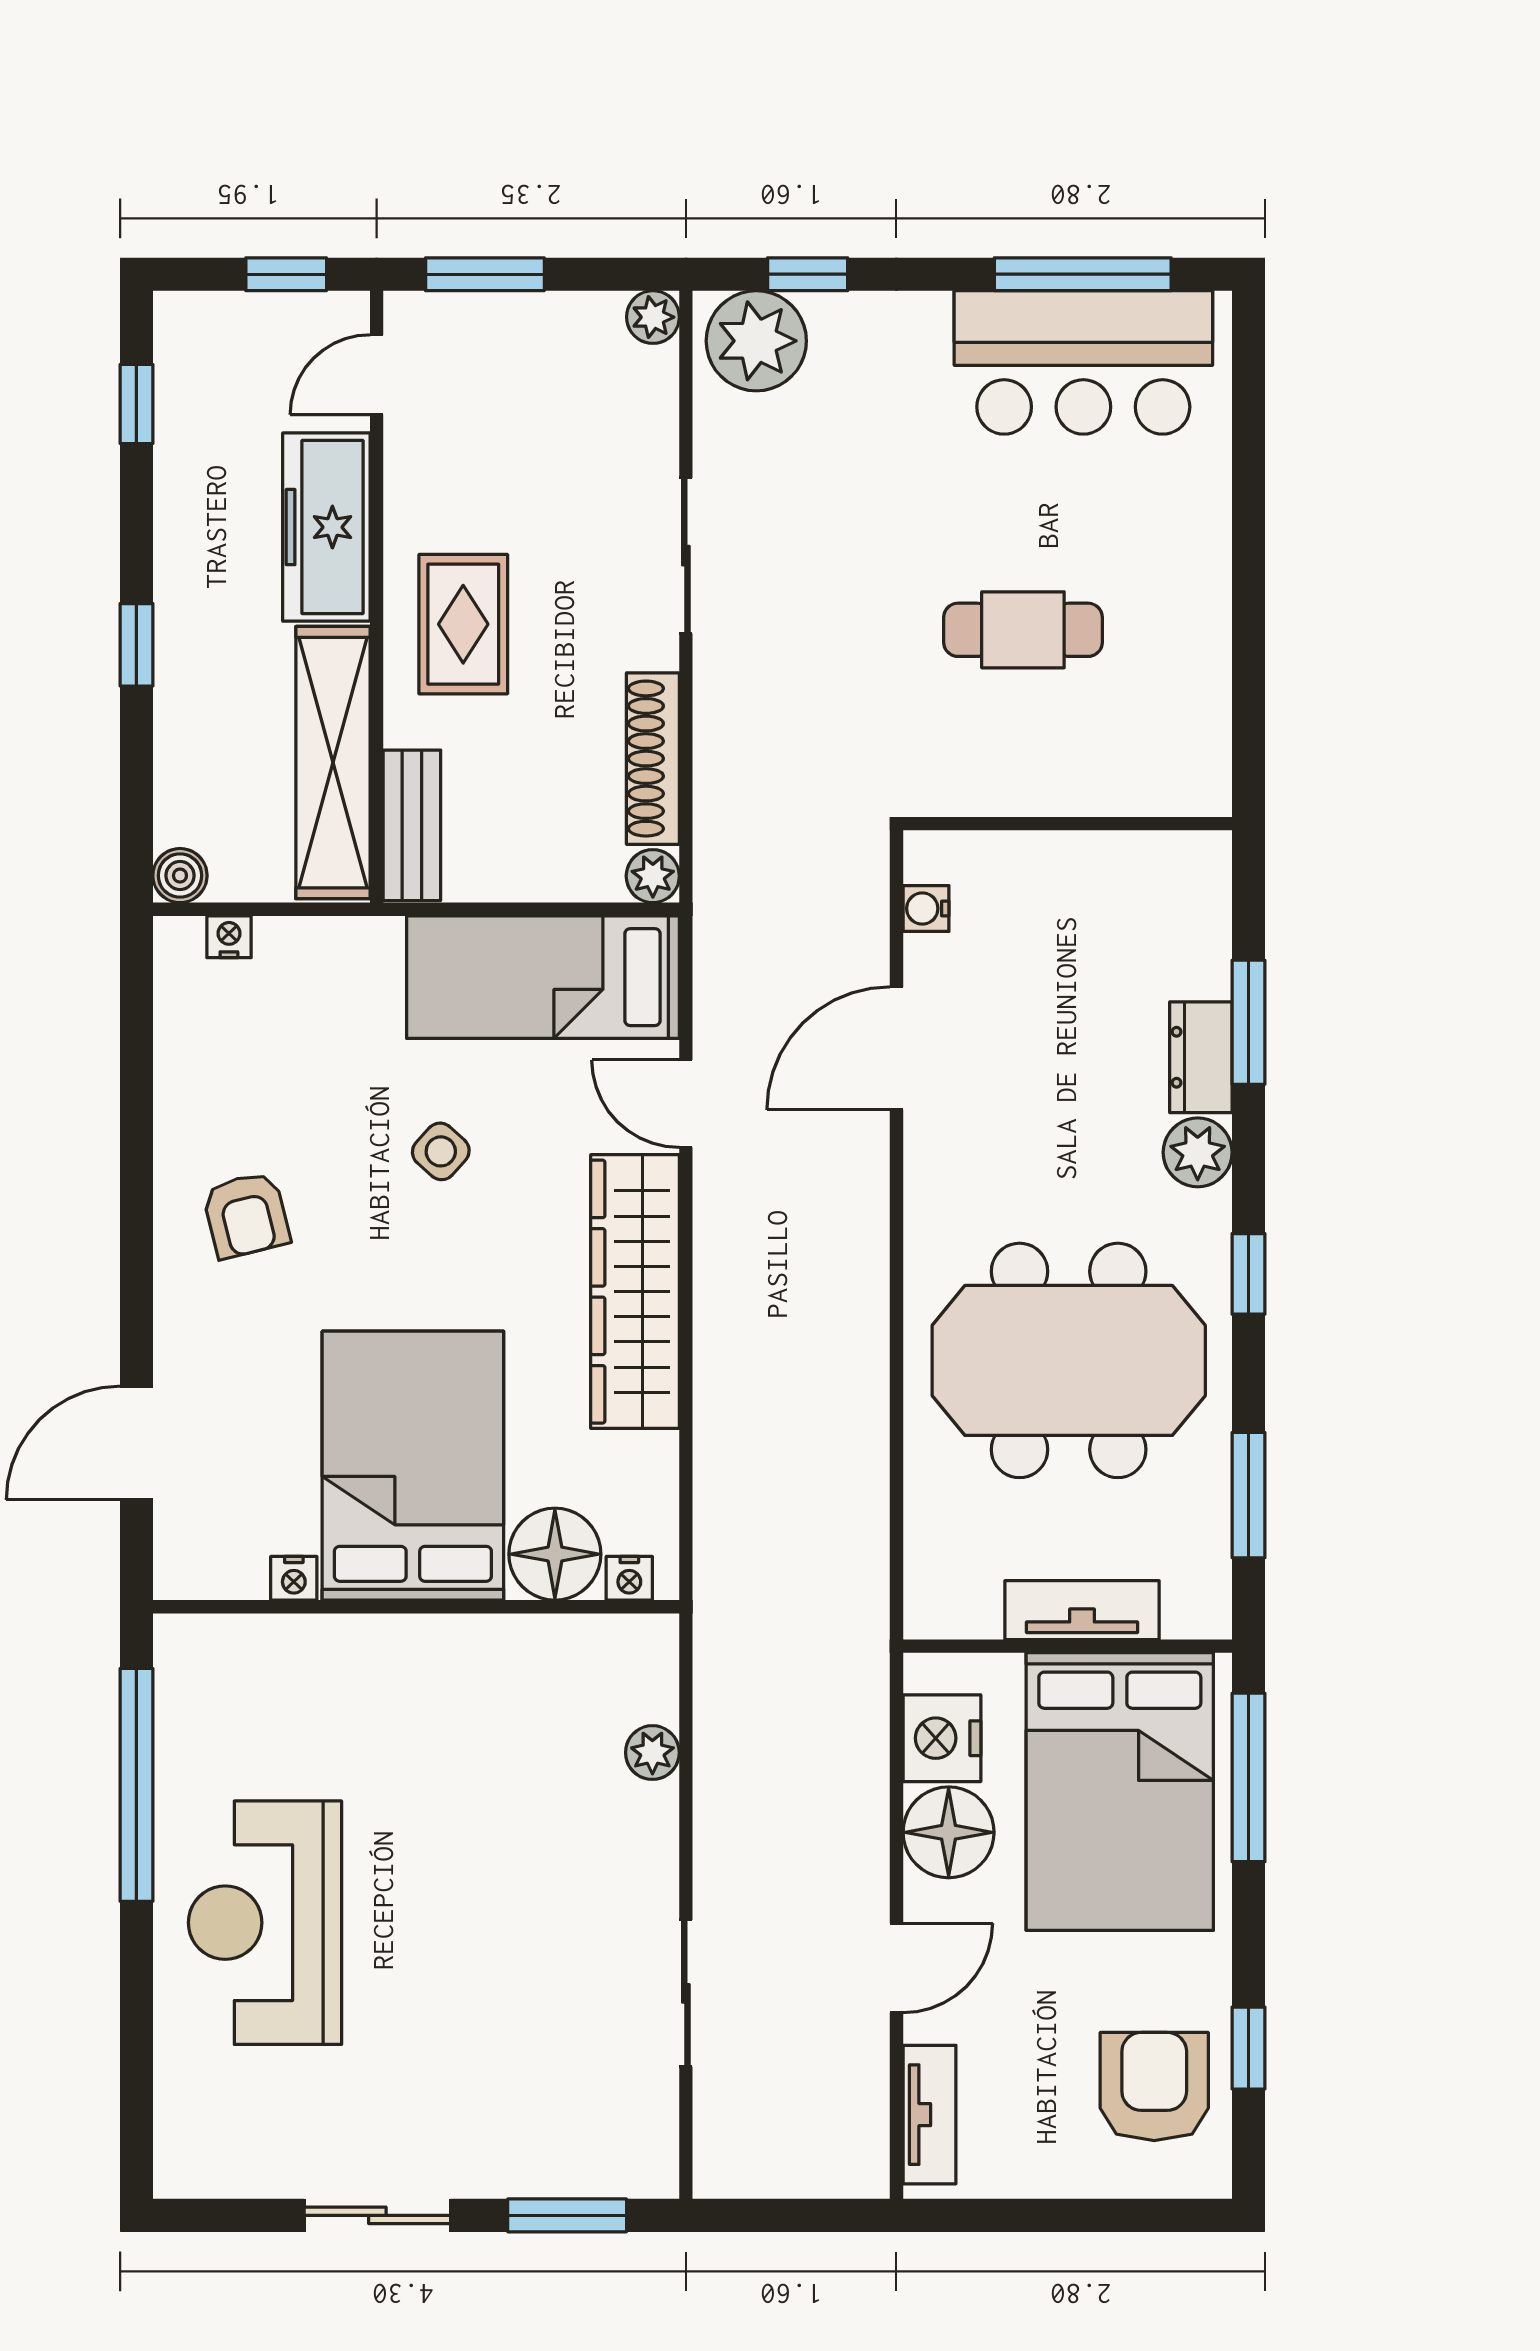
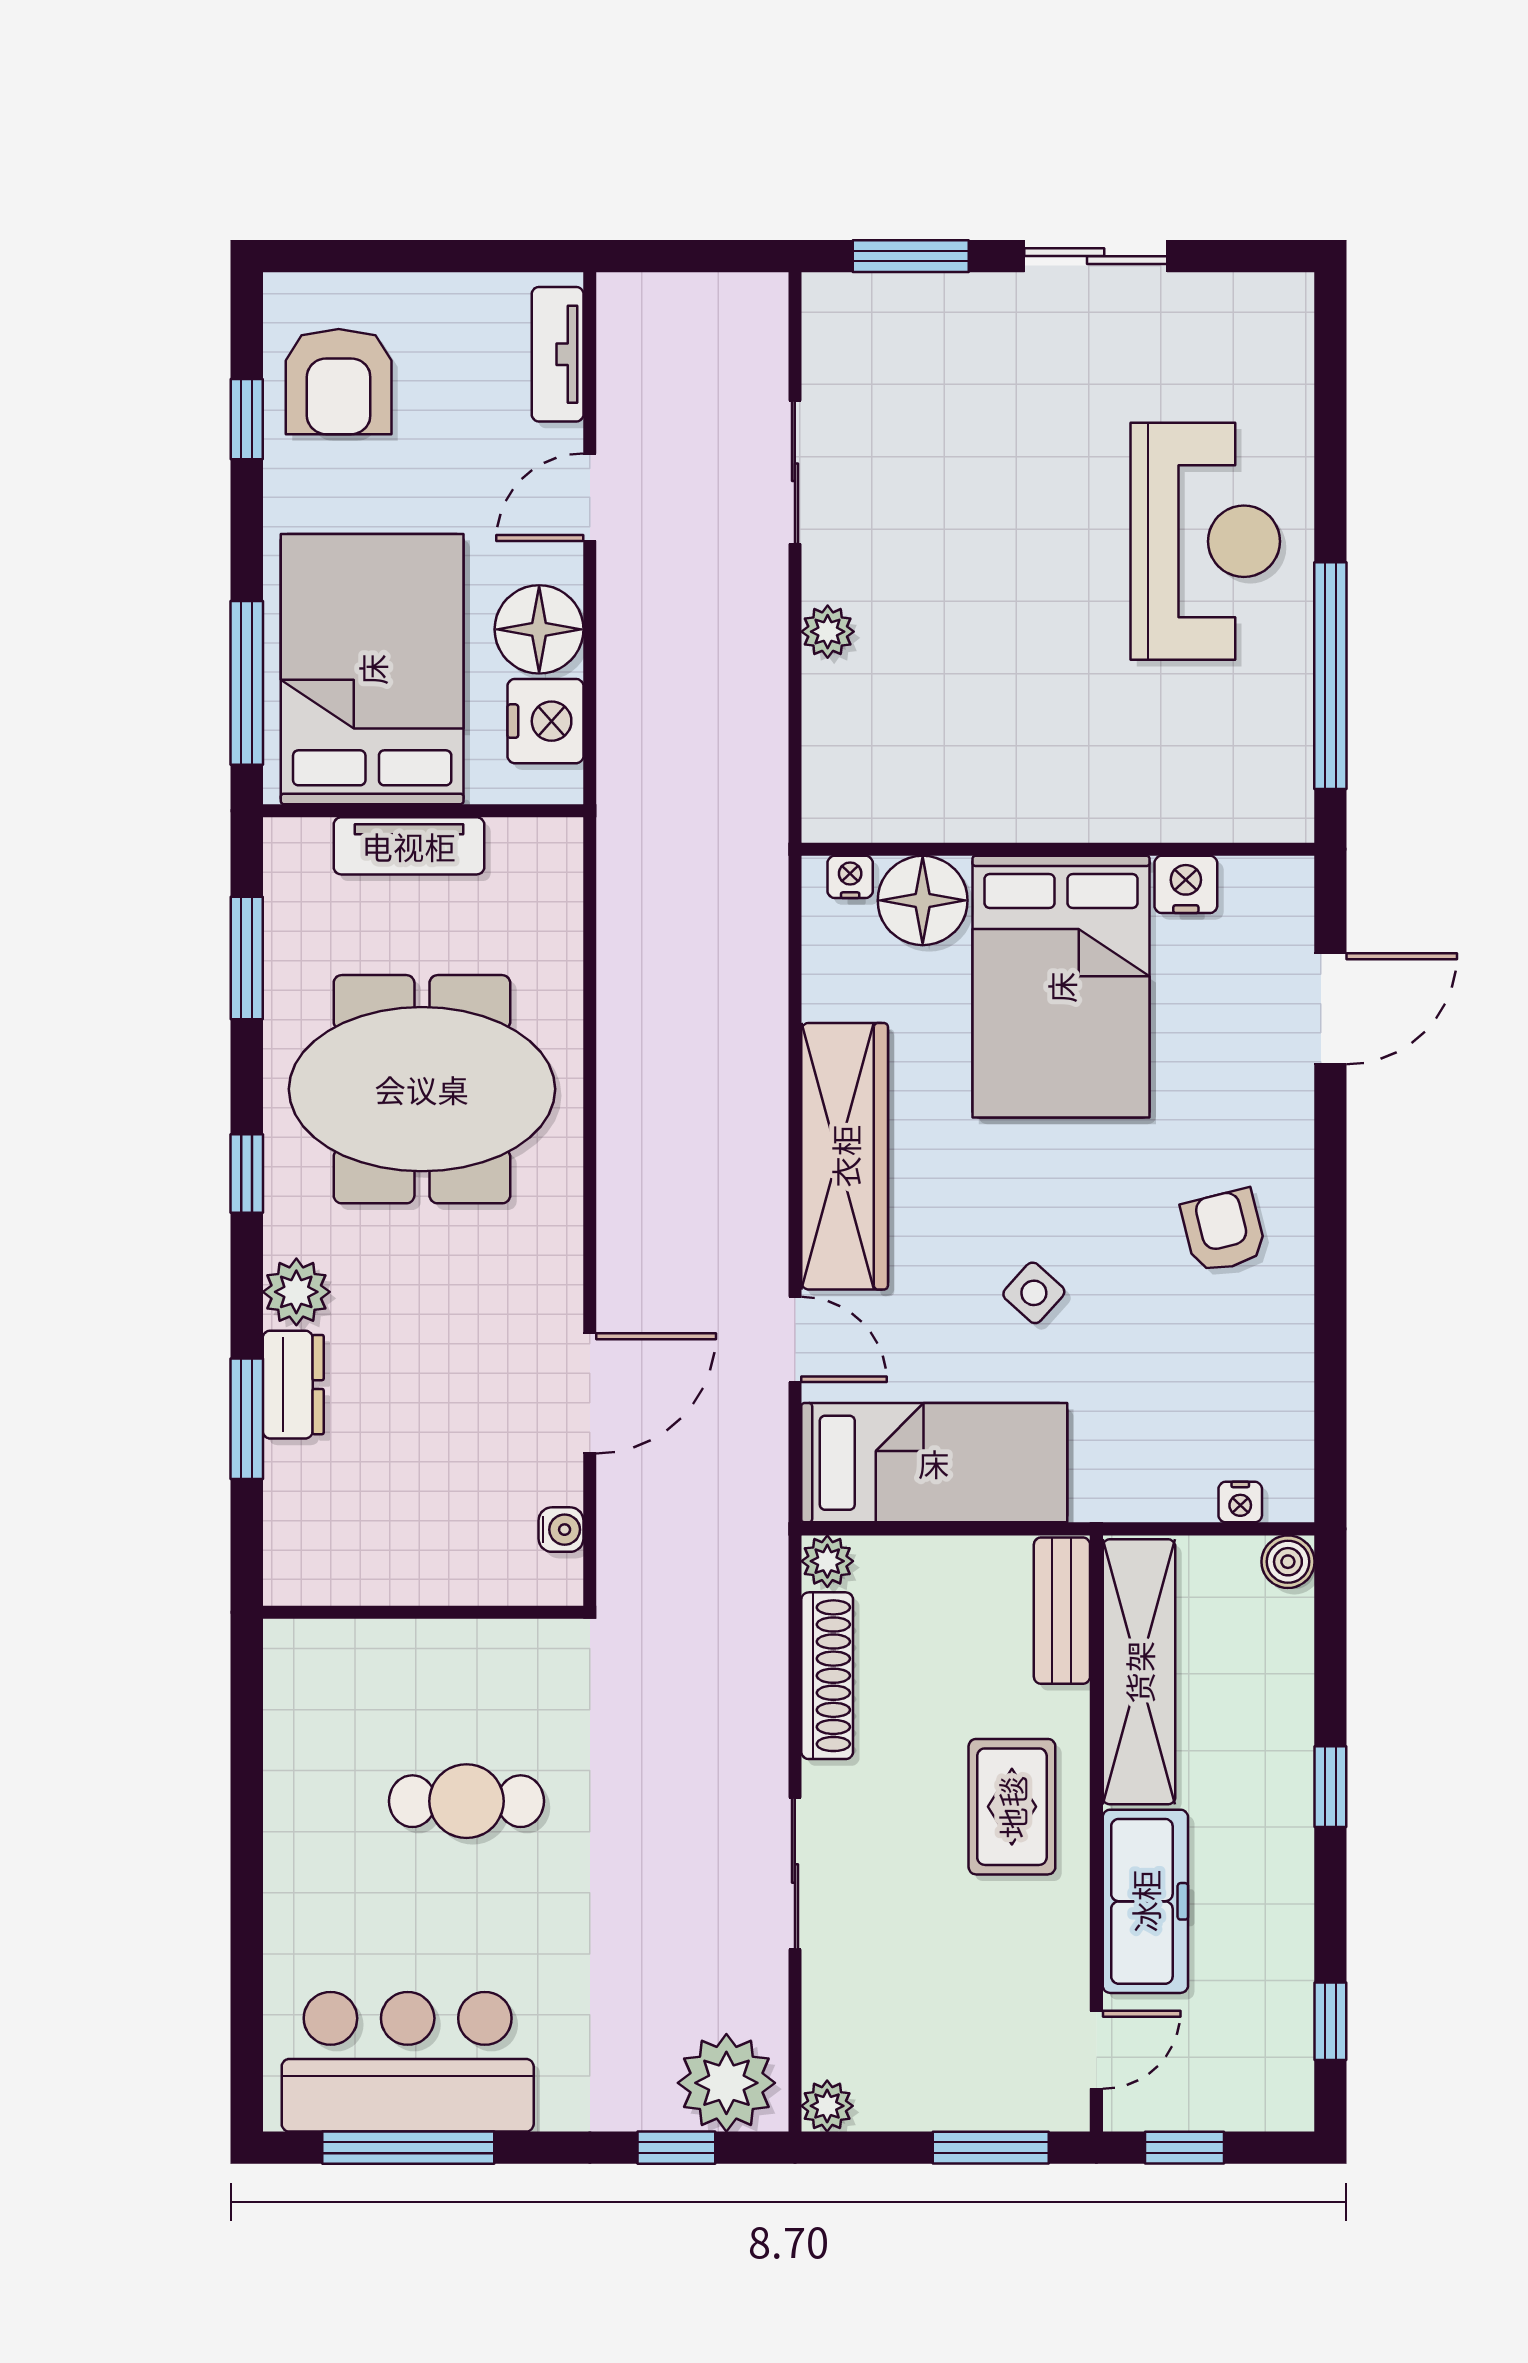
nightstand: (294, 1578) -> (1186, 884), width x1.39, depth x1.35
plant: (652, 1753) -> (828, 632), moved

